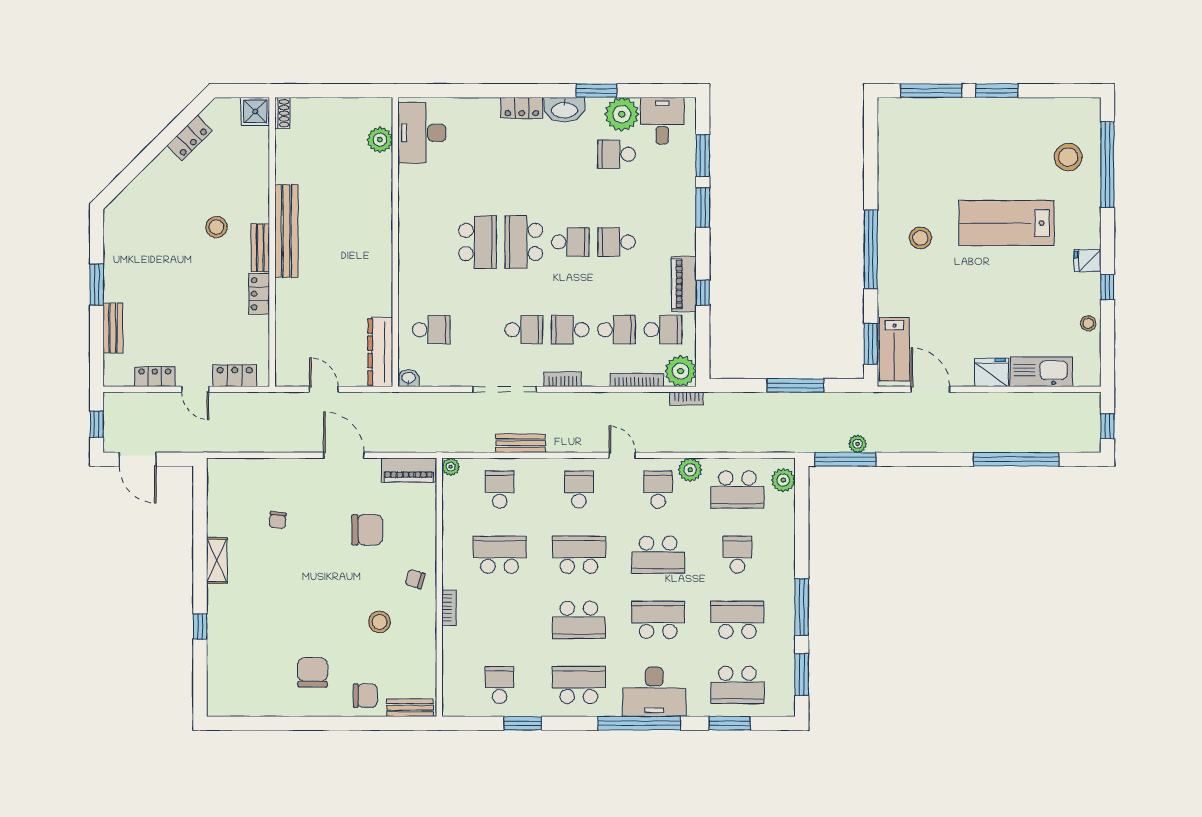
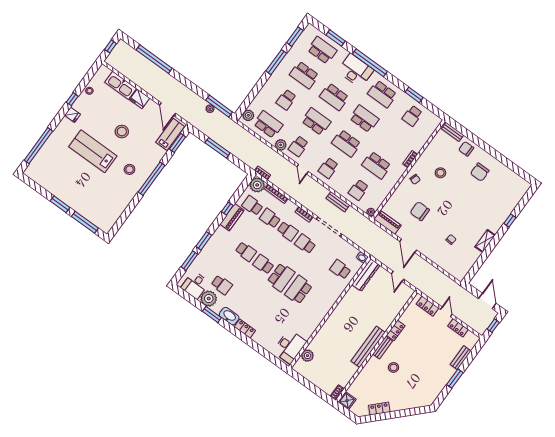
stool: (1068, 157) -> (122, 132), moved
lab bench: (1006, 223) -> (93, 151), turned 180

